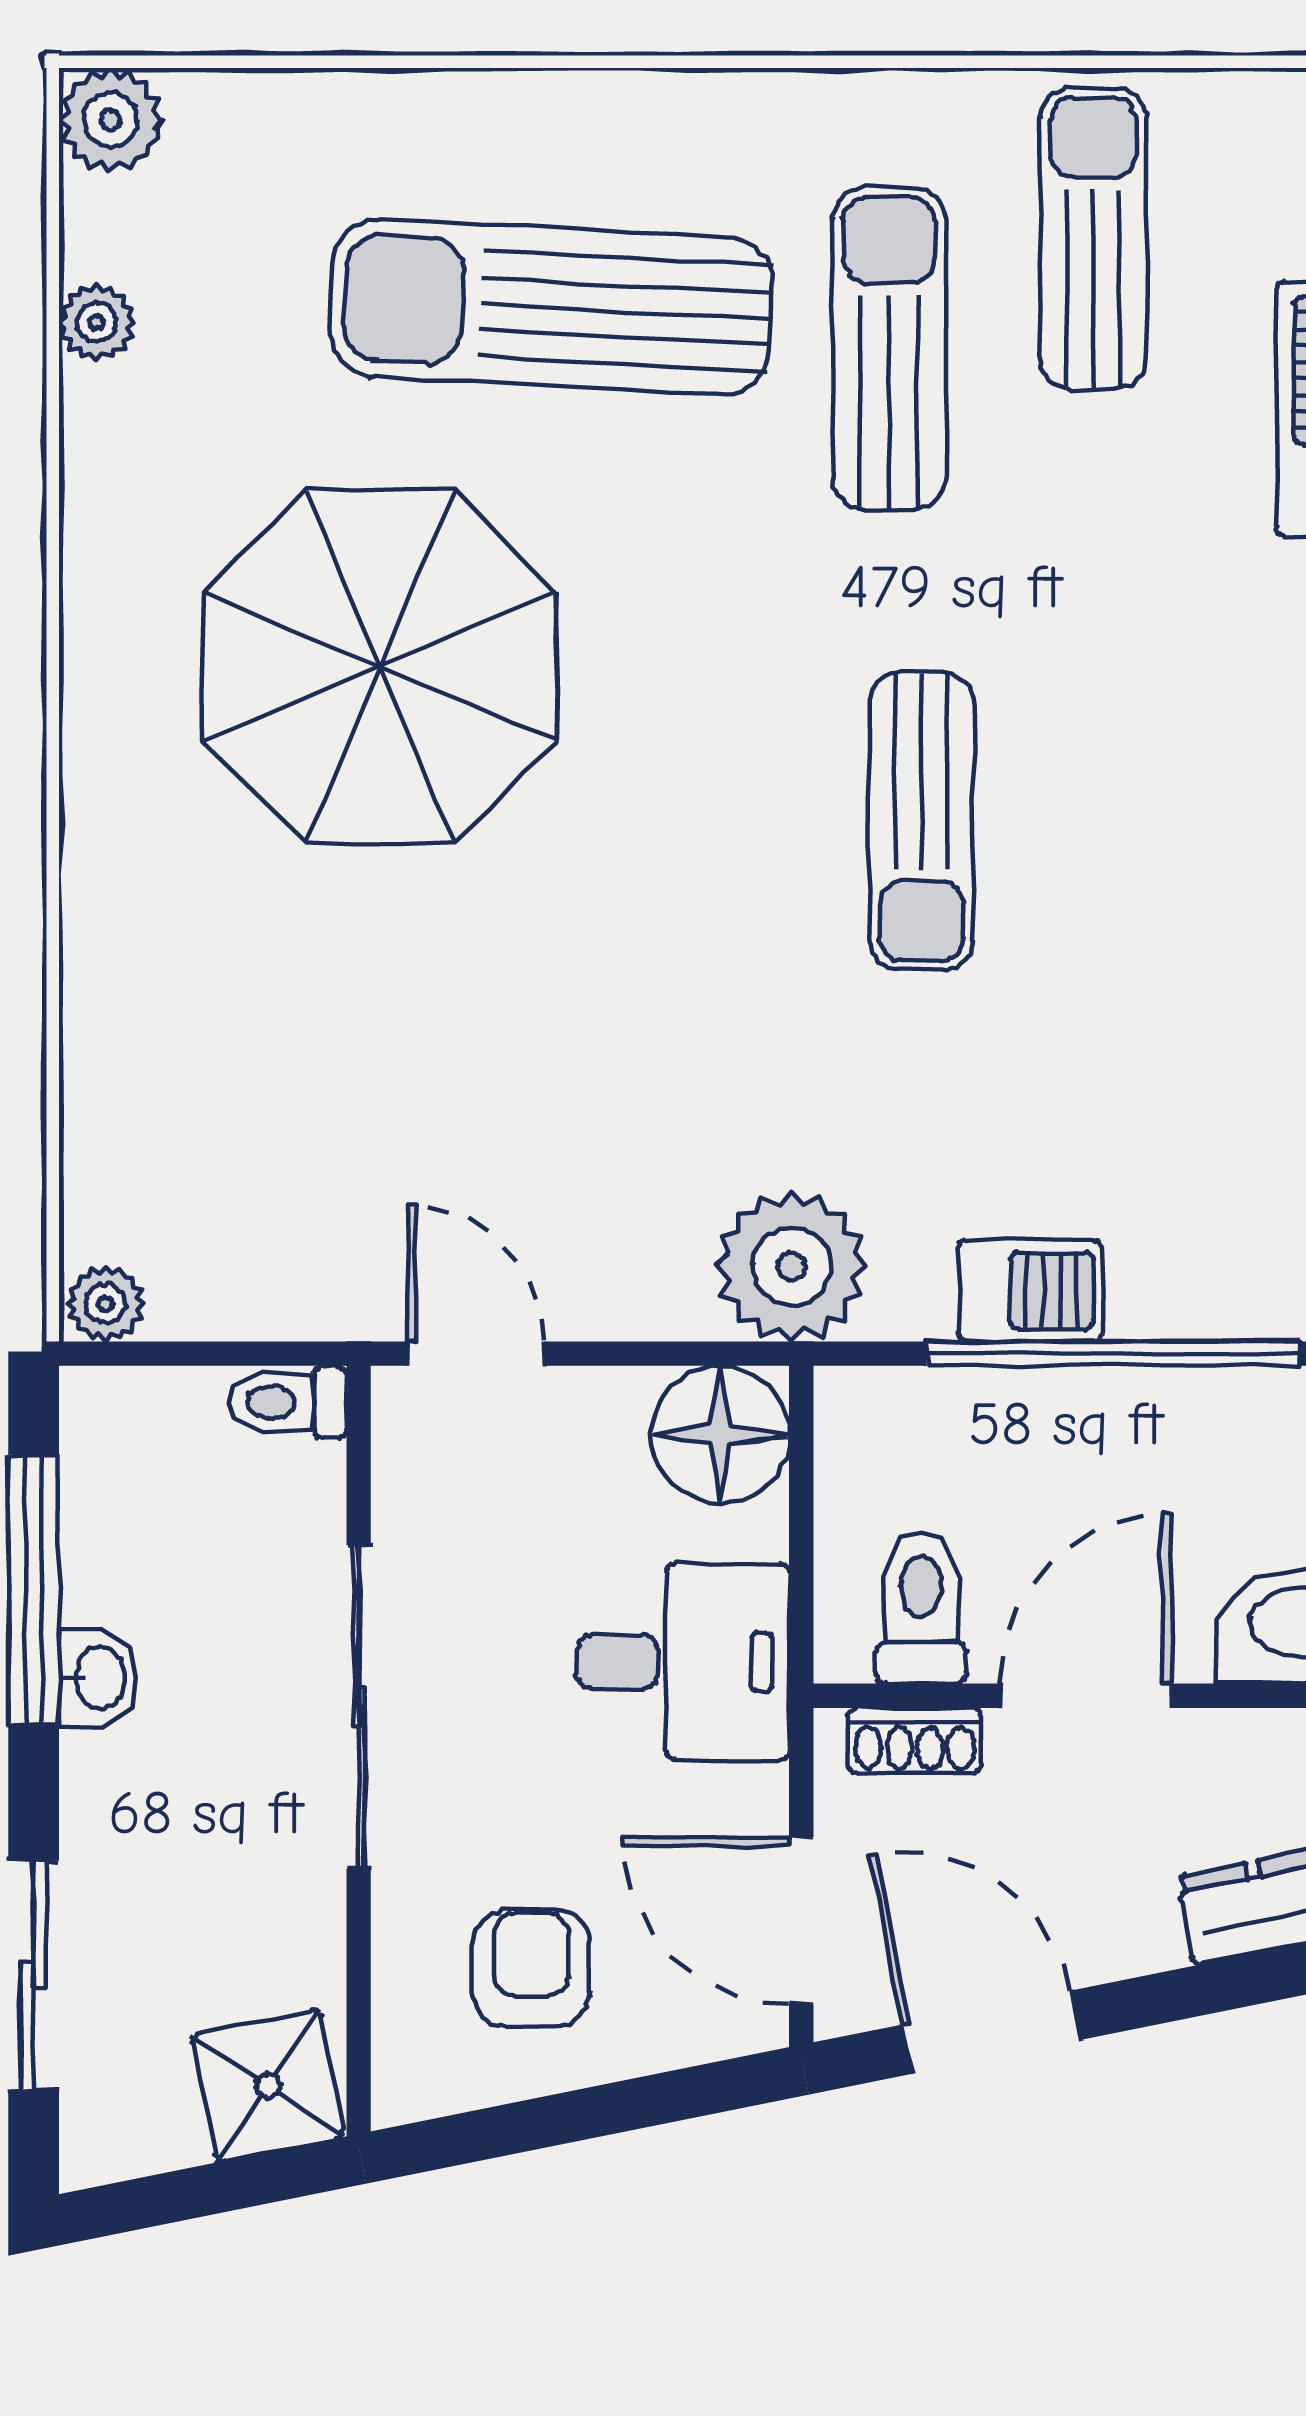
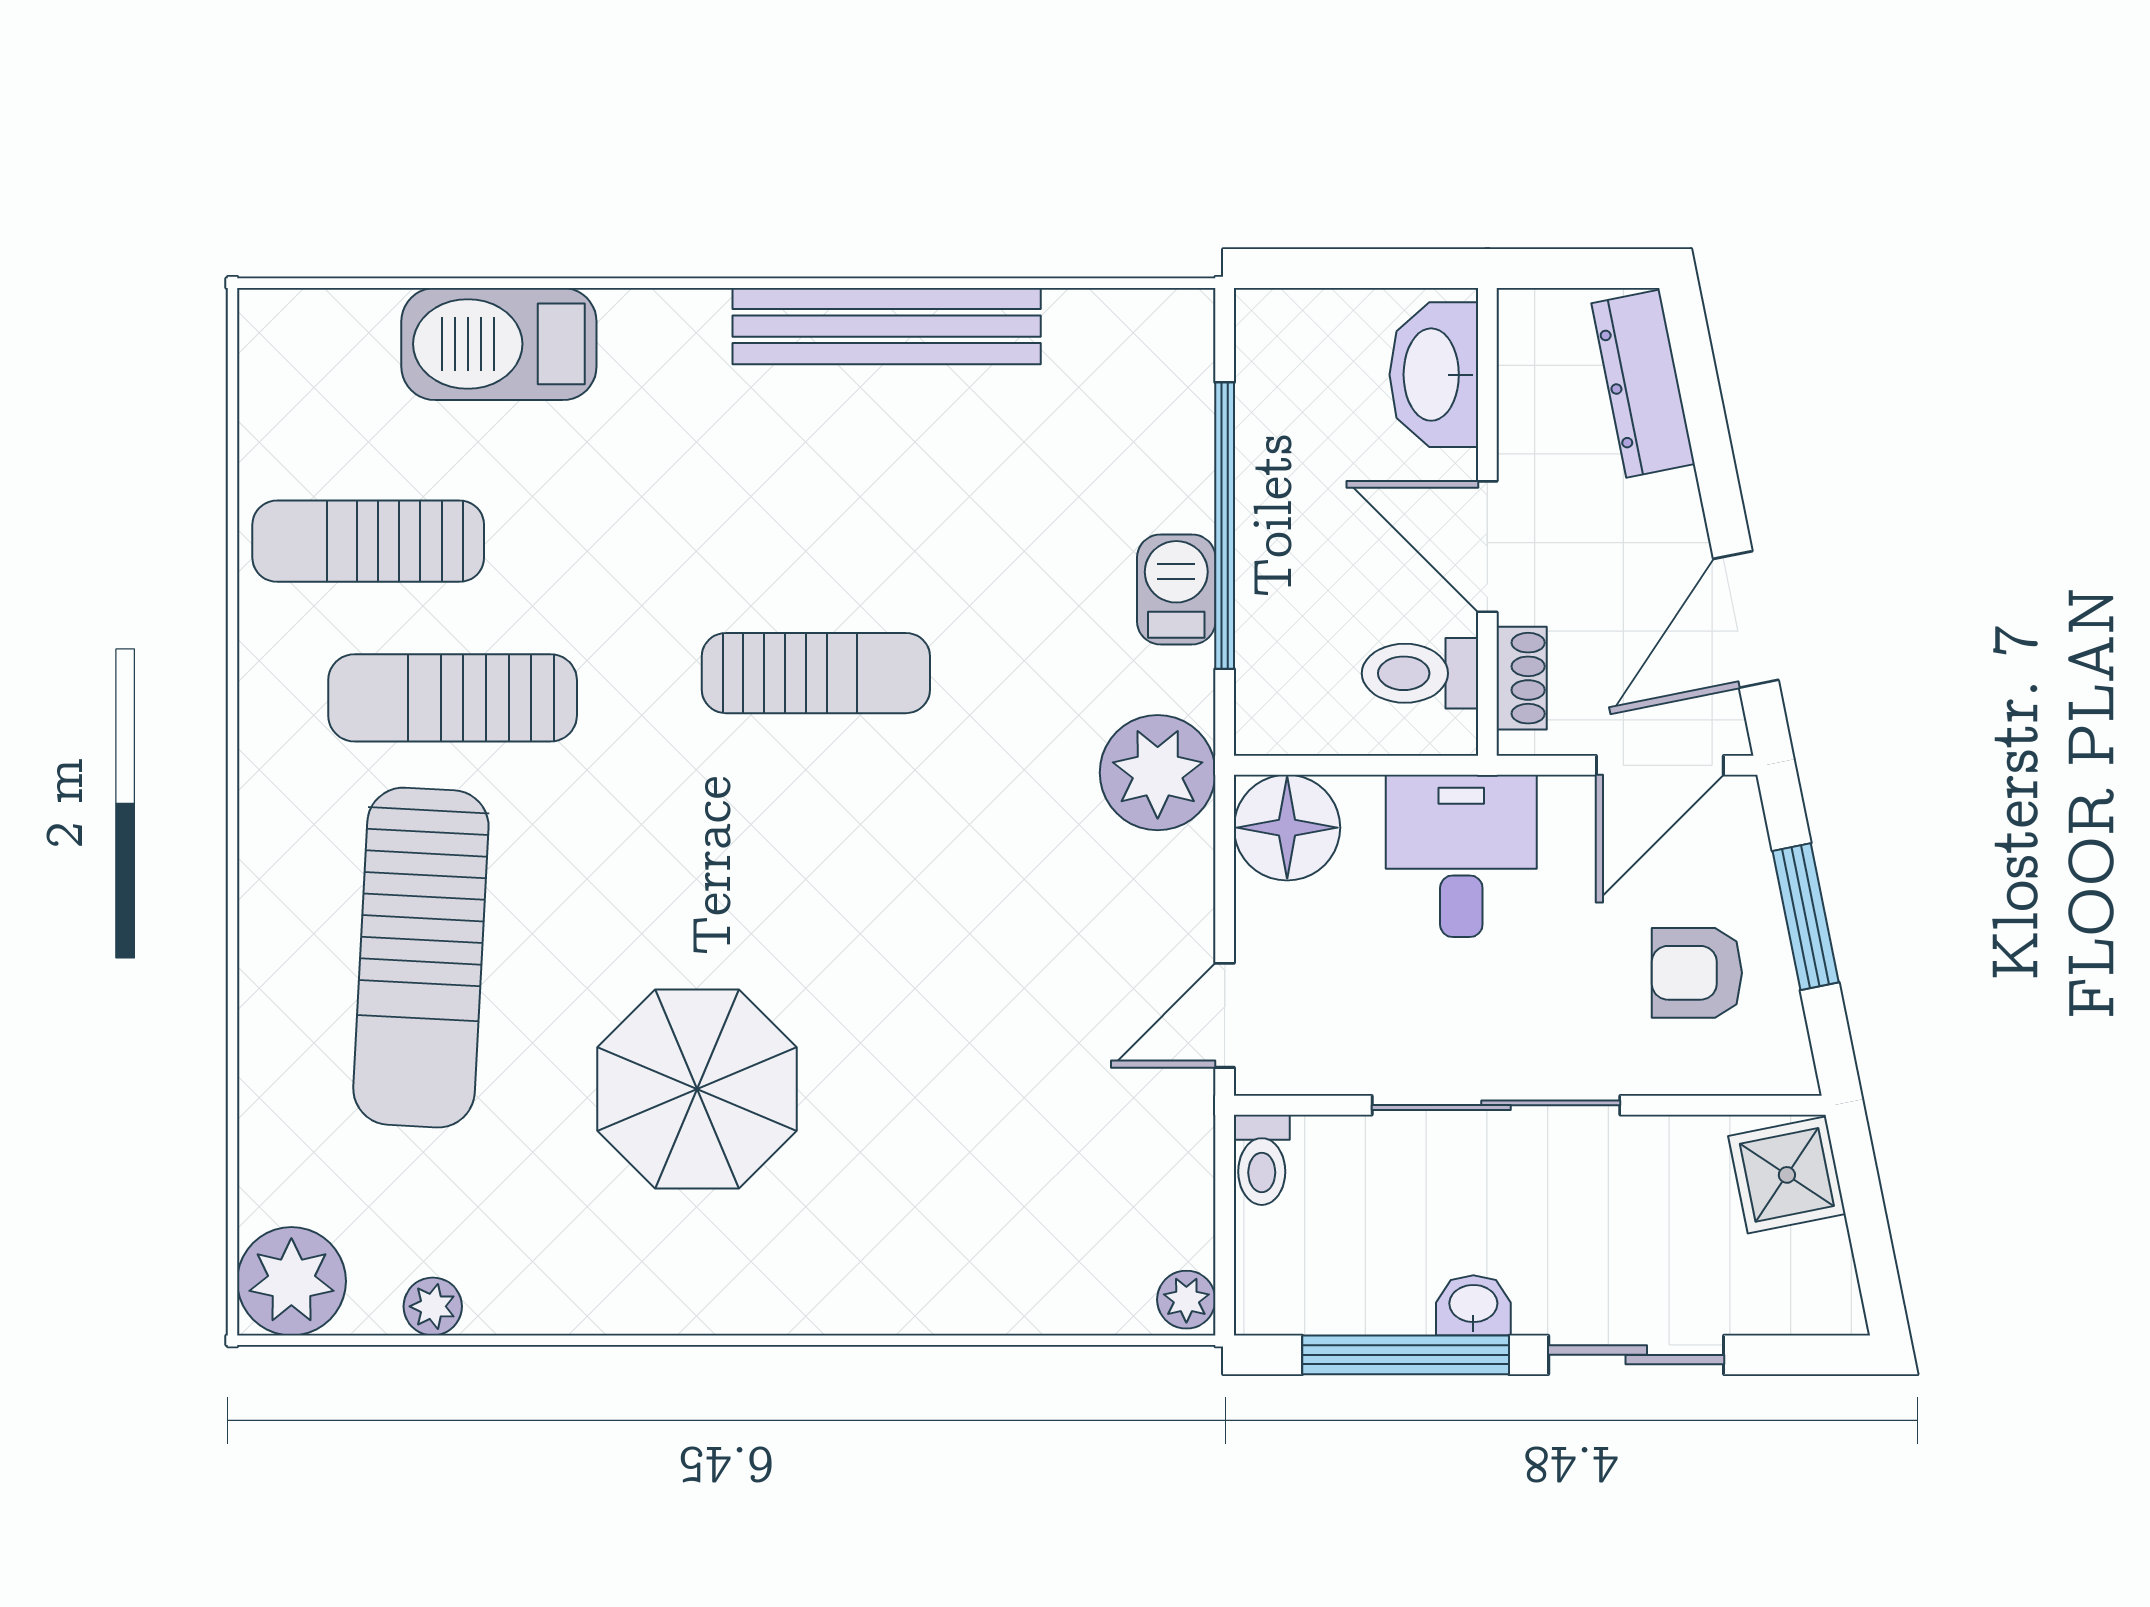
plant: (111, 120) -> (291, 1281), width x1.36, depth x1.36
parasol: (380, 666) -> (697, 1089), width x0.73, depth x0.73
sliding door: (34, 1975) -> (1636, 1355), moved
window: (604, 2110) -> (1806, 917), added

